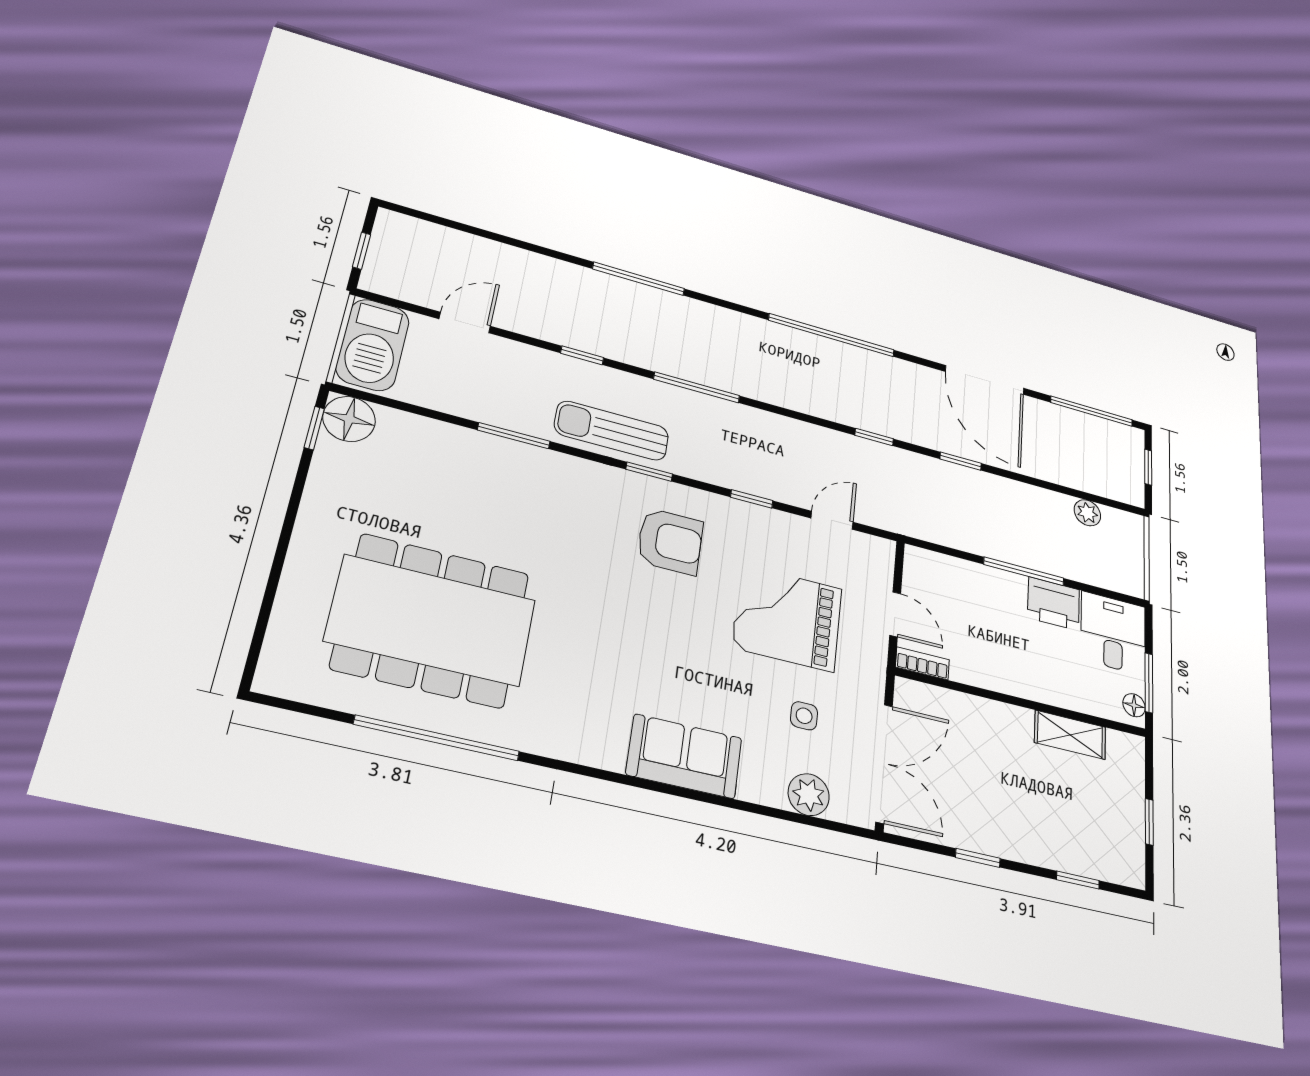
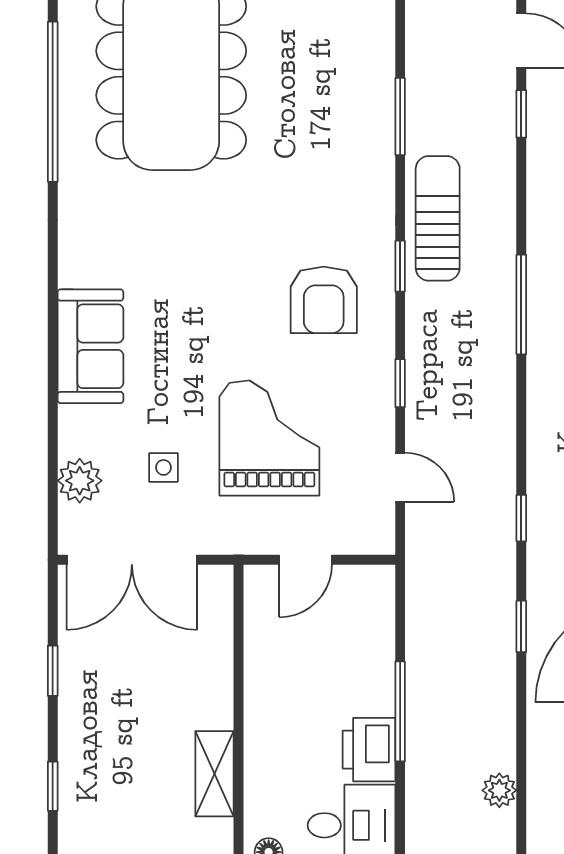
window: (582, 355) -> (521, 114), moved
bookcase: (922, 663) -> (256, 595), removed

